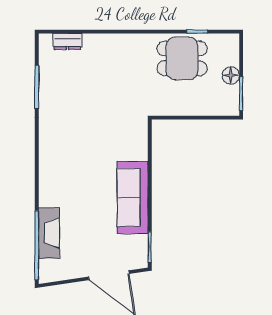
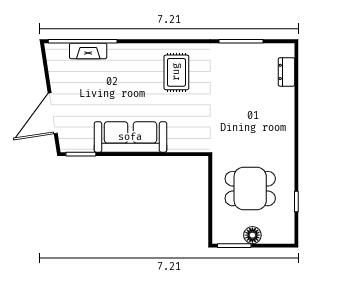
dining table: (182, 58) -> (250, 189), moved, turned 90
rug: (68, 151) -> (176, 72), added
fireplace: (49, 233) -> (88, 51), width x0.73, depth x0.76

